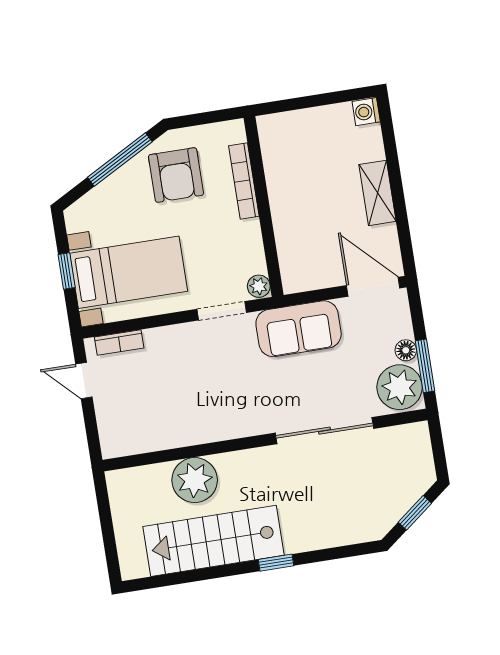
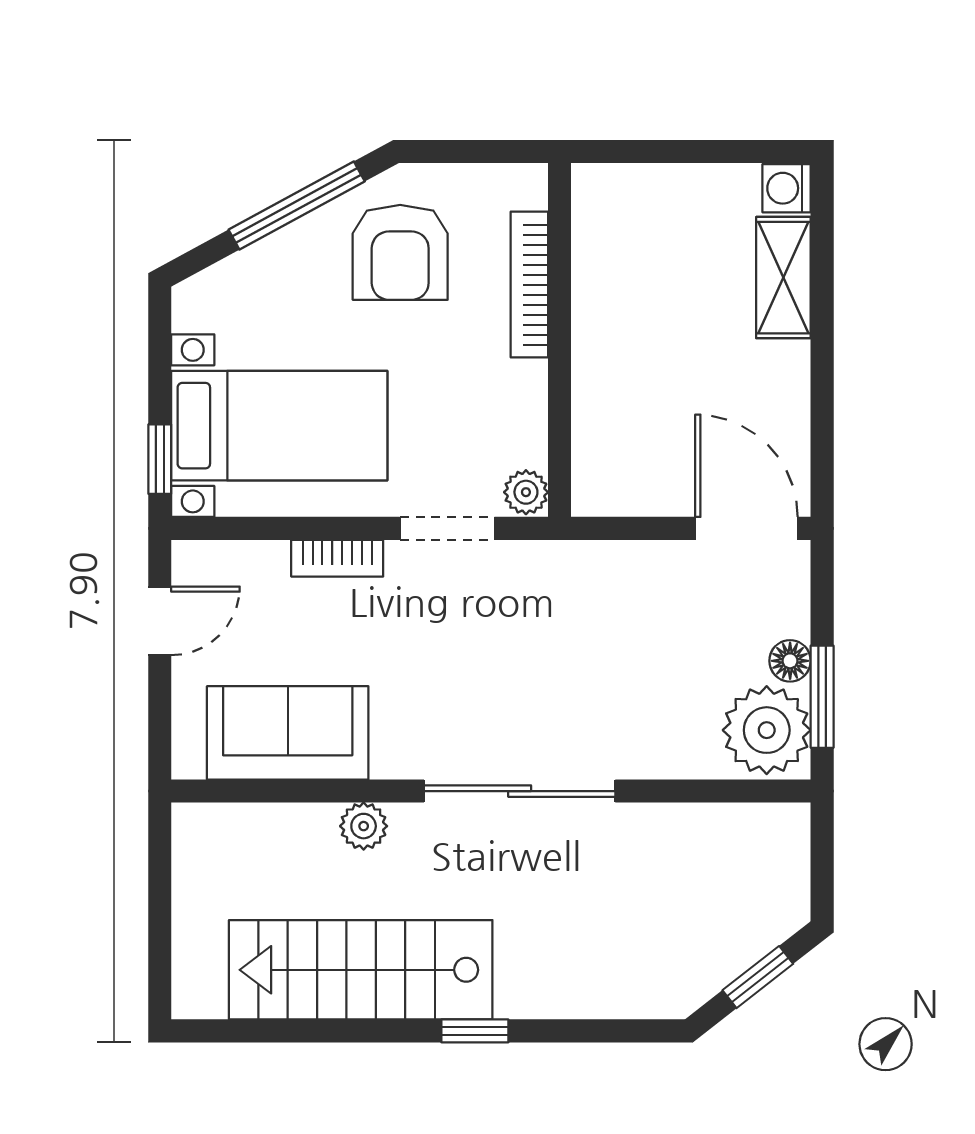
shelving: (377, 193) -> (783, 278), moved
window: (67, 271) -> (160, 459), moved
sofa: (299, 329) -> (288, 733), moved, turned 180
bookcase: (119, 343) -> (337, 558), moved
door: (84, 381) -> (160, 621), swing flipped
sliding door: (325, 431) -> (520, 791), moved
plant: (195, 480) -> (364, 826), width x0.53, depth x0.53

